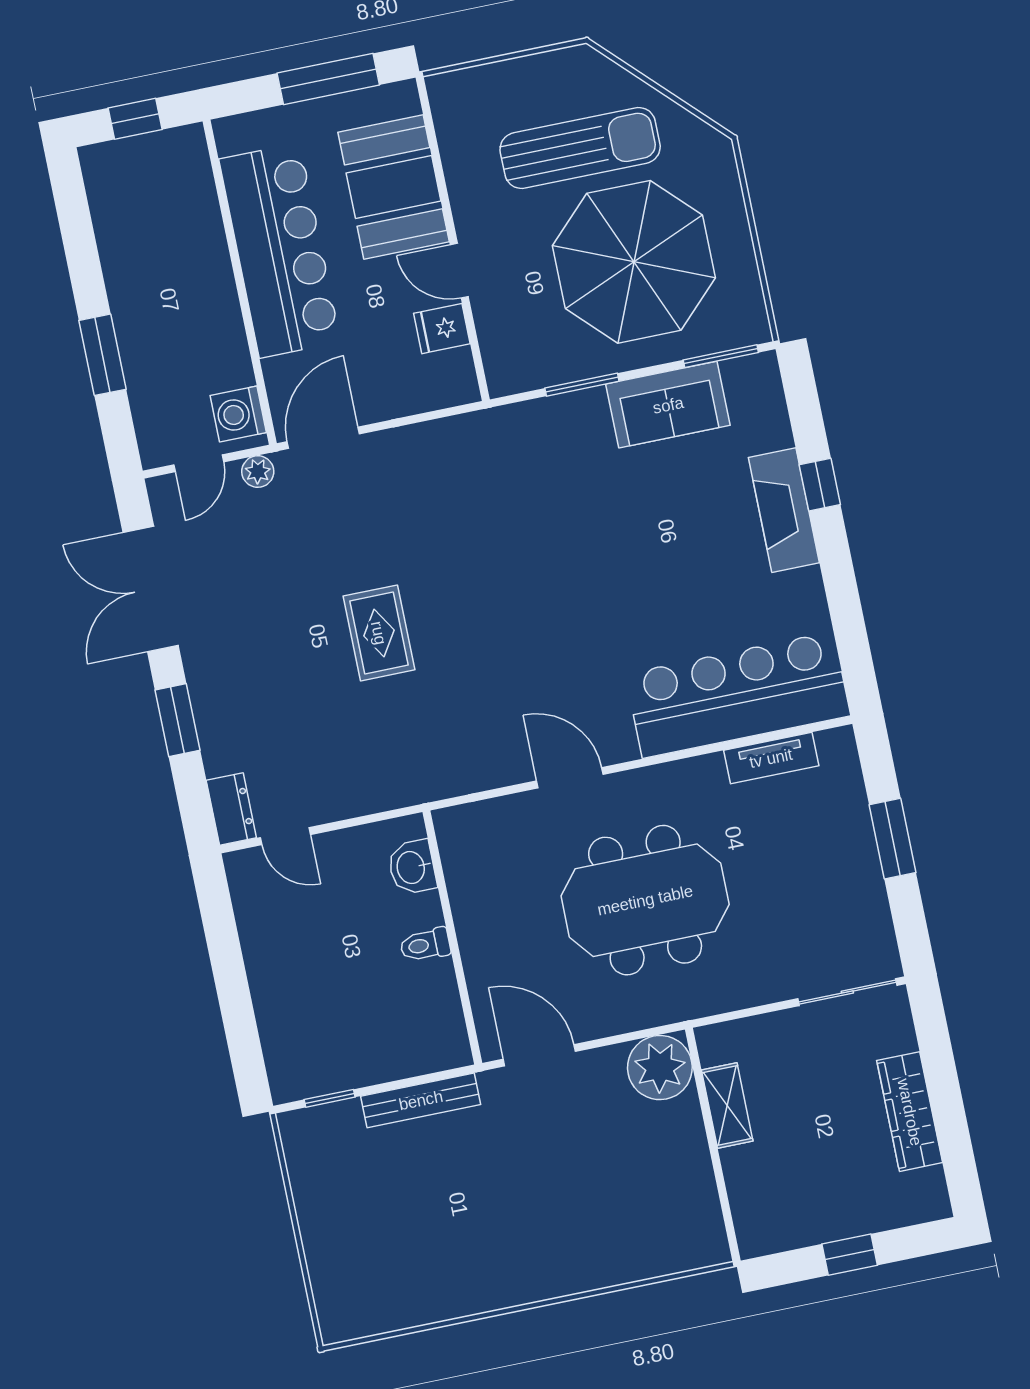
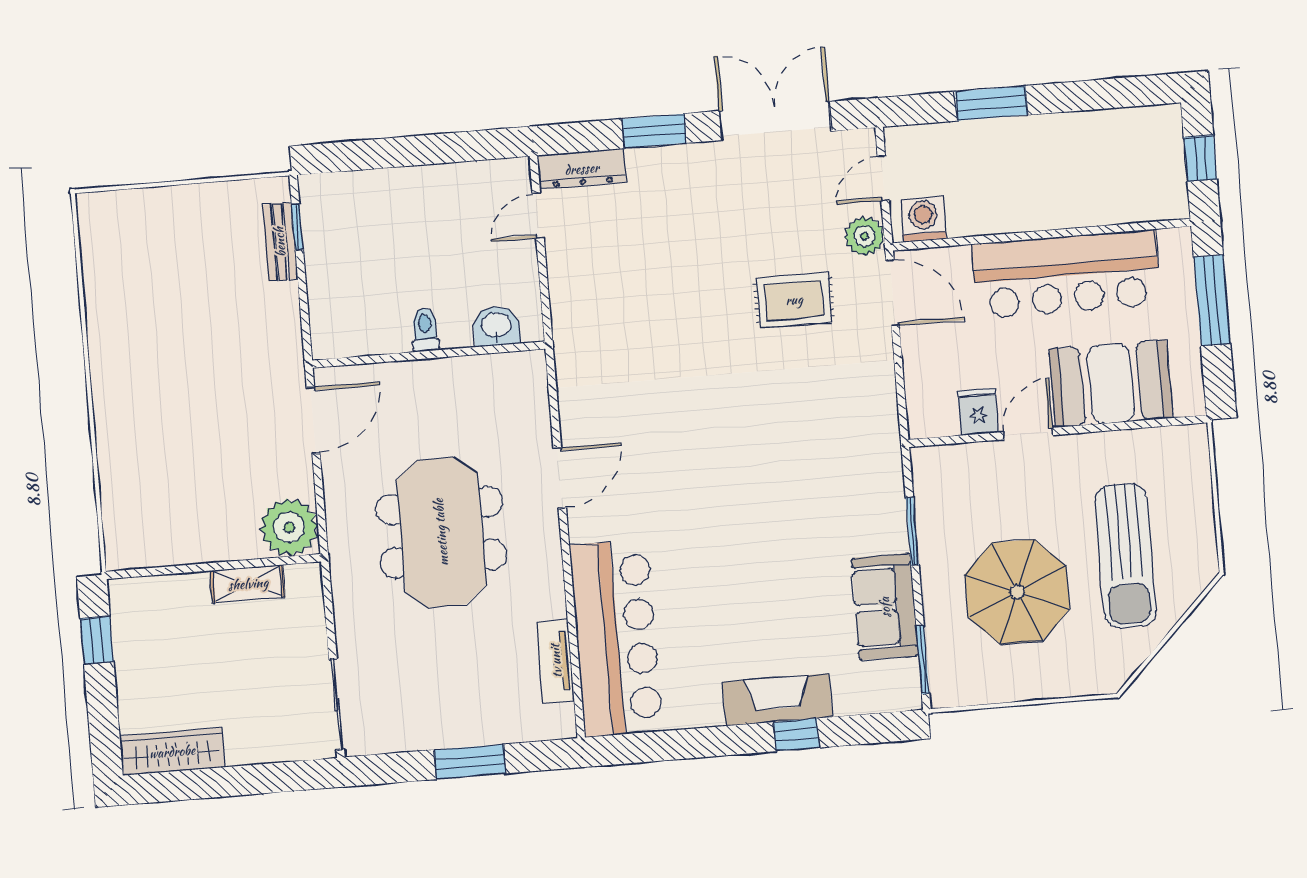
window: (328, 79) -> (1212, 300), moved
parasol: (634, 262) -> (1017, 592), width x0.73, depth x0.73
door: (199, 463) -> (883, 178), hinge flipped
plant: (258, 472) -> (864, 236), width x1.38, depth x1.38
rug: (379, 633) -> (794, 300), moved
dresser: (231, 809) -> (582, 169), width x1.44
bench: (421, 1100) -> (280, 242), moved, width x0.73
wardrobe: (910, 1112) -> (172, 752), moved
window: (850, 1255) -> (97, 640), moved

